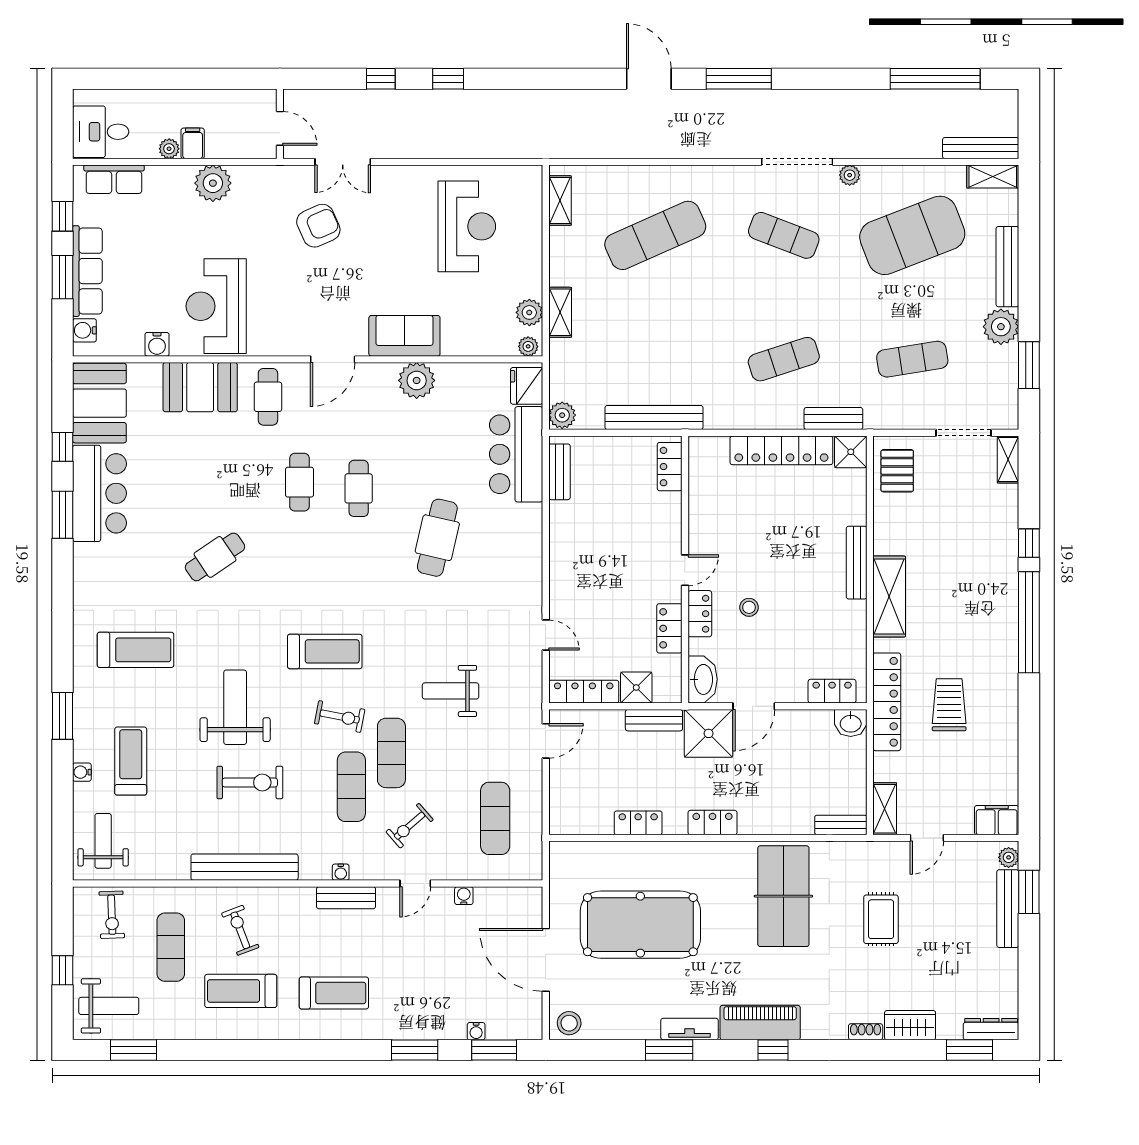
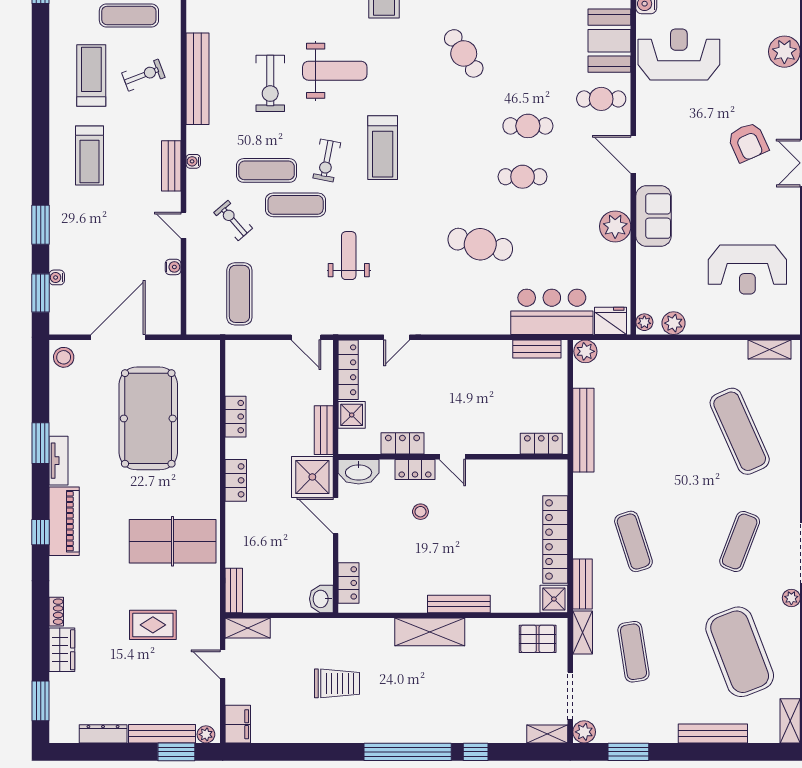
shelving: (560, 312) -> (583, 633), moved, turned 90
plant: (1001, 327) -> (584, 732), moved, width x0.73, depth x0.73
locker: (887, 702) -> (339, 630), removed
exercise mat: (495, 818) -> (239, 294), turned 90
dresser: (991, 1029) -> (103, 734), moved, turned -90

